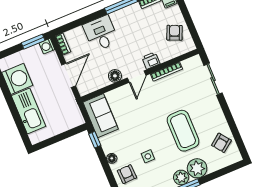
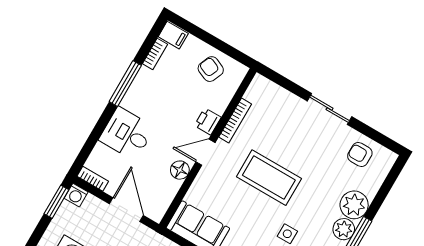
door: (137, 77) -> (205, 152), swing flipped
sliding door: (213, 79) -> (330, 109), moved
coffee table: (183, 131) -> (269, 178), moved
armchair: (221, 143) -> (360, 155), turned 127

